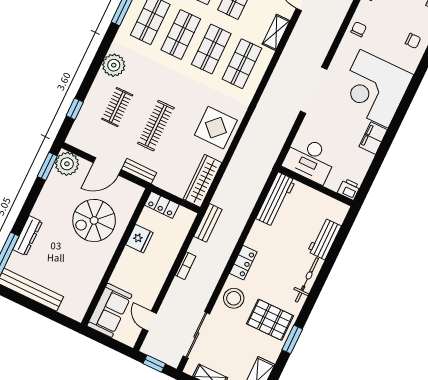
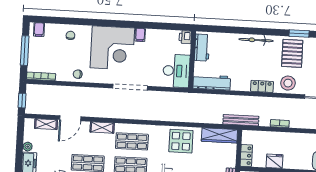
filing cabinet: (373, 138) -> (140, 35), width x0.50
bench: (208, 223) -> (241, 120), width x1.36
workbench: (324, 239) -> (202, 48), moved, turned -90

